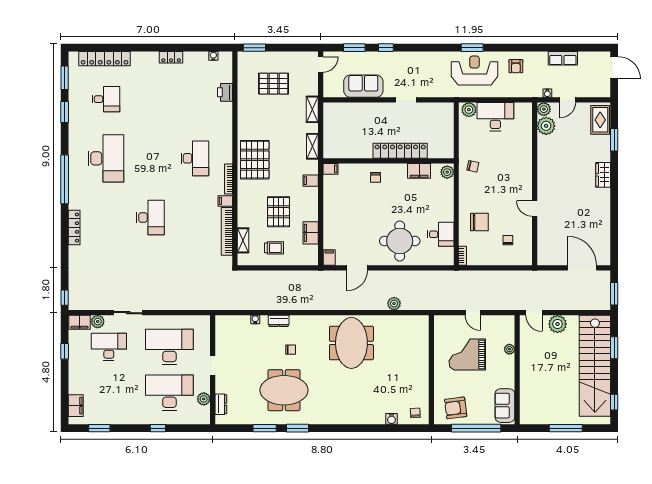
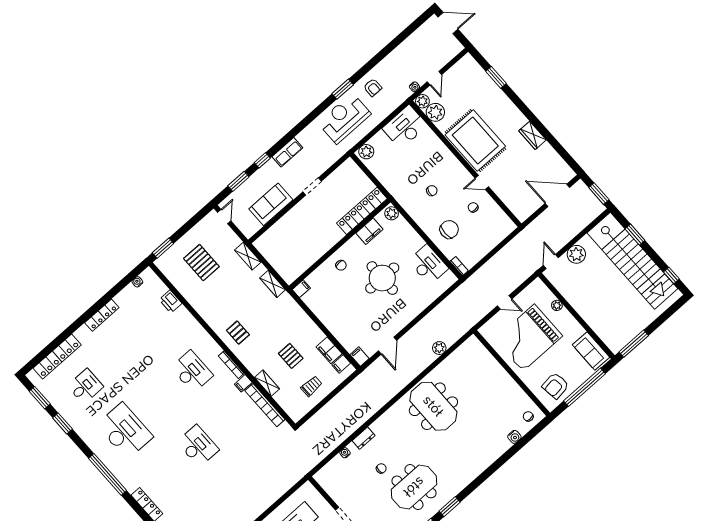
window: (472, 48) -> (343, 89), moved
locker: (171, 57) -> (102, 315), width x1.53
row of seats: (563, 58) -> (287, 152), moved
pallet: (273, 84) -> (201, 263), turned 90
desk: (495, 117) -> (405, 127), moved
rug: (600, 120) -> (475, 141), moved, width x1.86, depth x2.06
locker: (400, 151) -> (362, 211), moved
pallet: (255, 160) -> (238, 333), width x0.49, depth x0.50
chair: (473, 166) -> (432, 191), moved
wardrobe: (603, 175) -> (533, 135), moved
filing cabinet: (311, 181) -> (341, 364), moved
pallet: (279, 212) -> (291, 356), width x0.67, depth x0.71
desk: (441, 234) -> (428, 265), width x1.37
shelving: (243, 240) -> (267, 383), moved
chair: (508, 240) -> (473, 207), moved
round table: (400, 241) -> (382, 278), moved
door: (534, 313) -> (551, 261), swing flipped
chair: (291, 350) -> (381, 468), moved
grand piano: (467, 355) -> (529, 338), width x1.37, depth x1.48
window: (566, 428) -> (634, 344), moved

